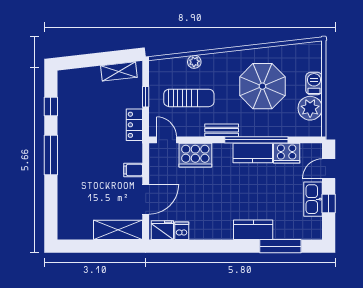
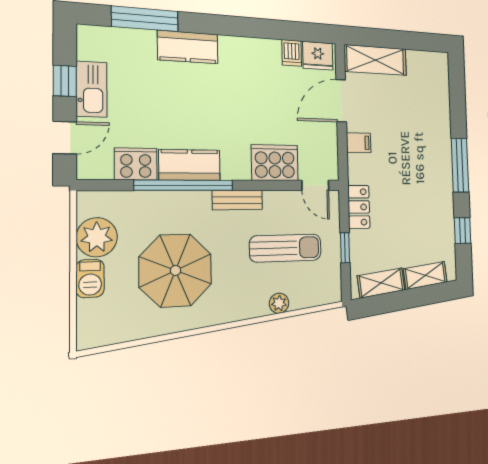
shelving: (83, 75) -> (425, 275), added
sun lounger: (189, 98) -> (286, 248), turned 180

